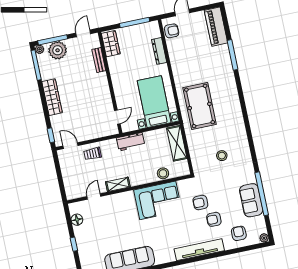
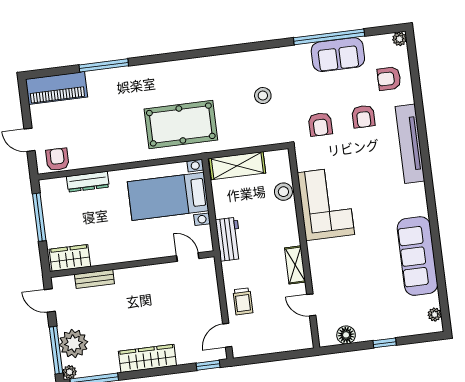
armchair: (200, 202) -> (320, 124), moved

